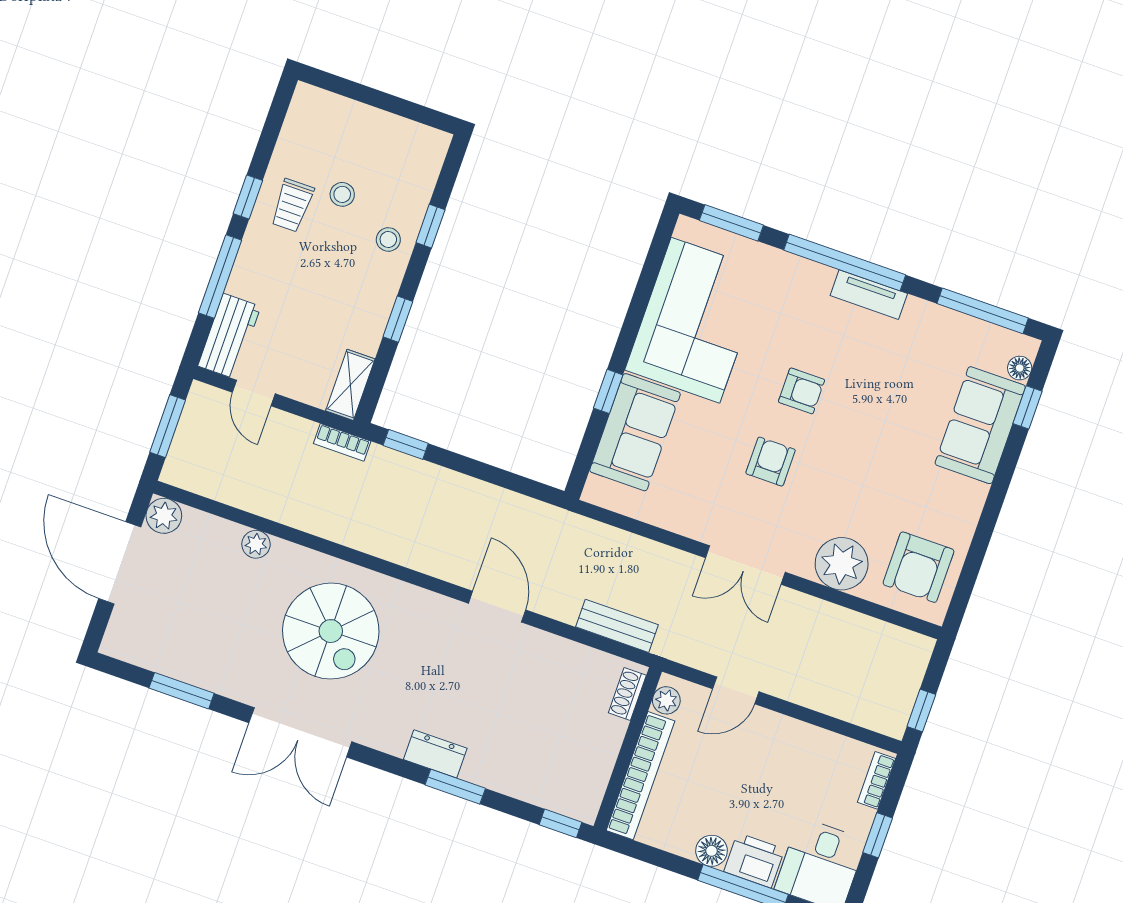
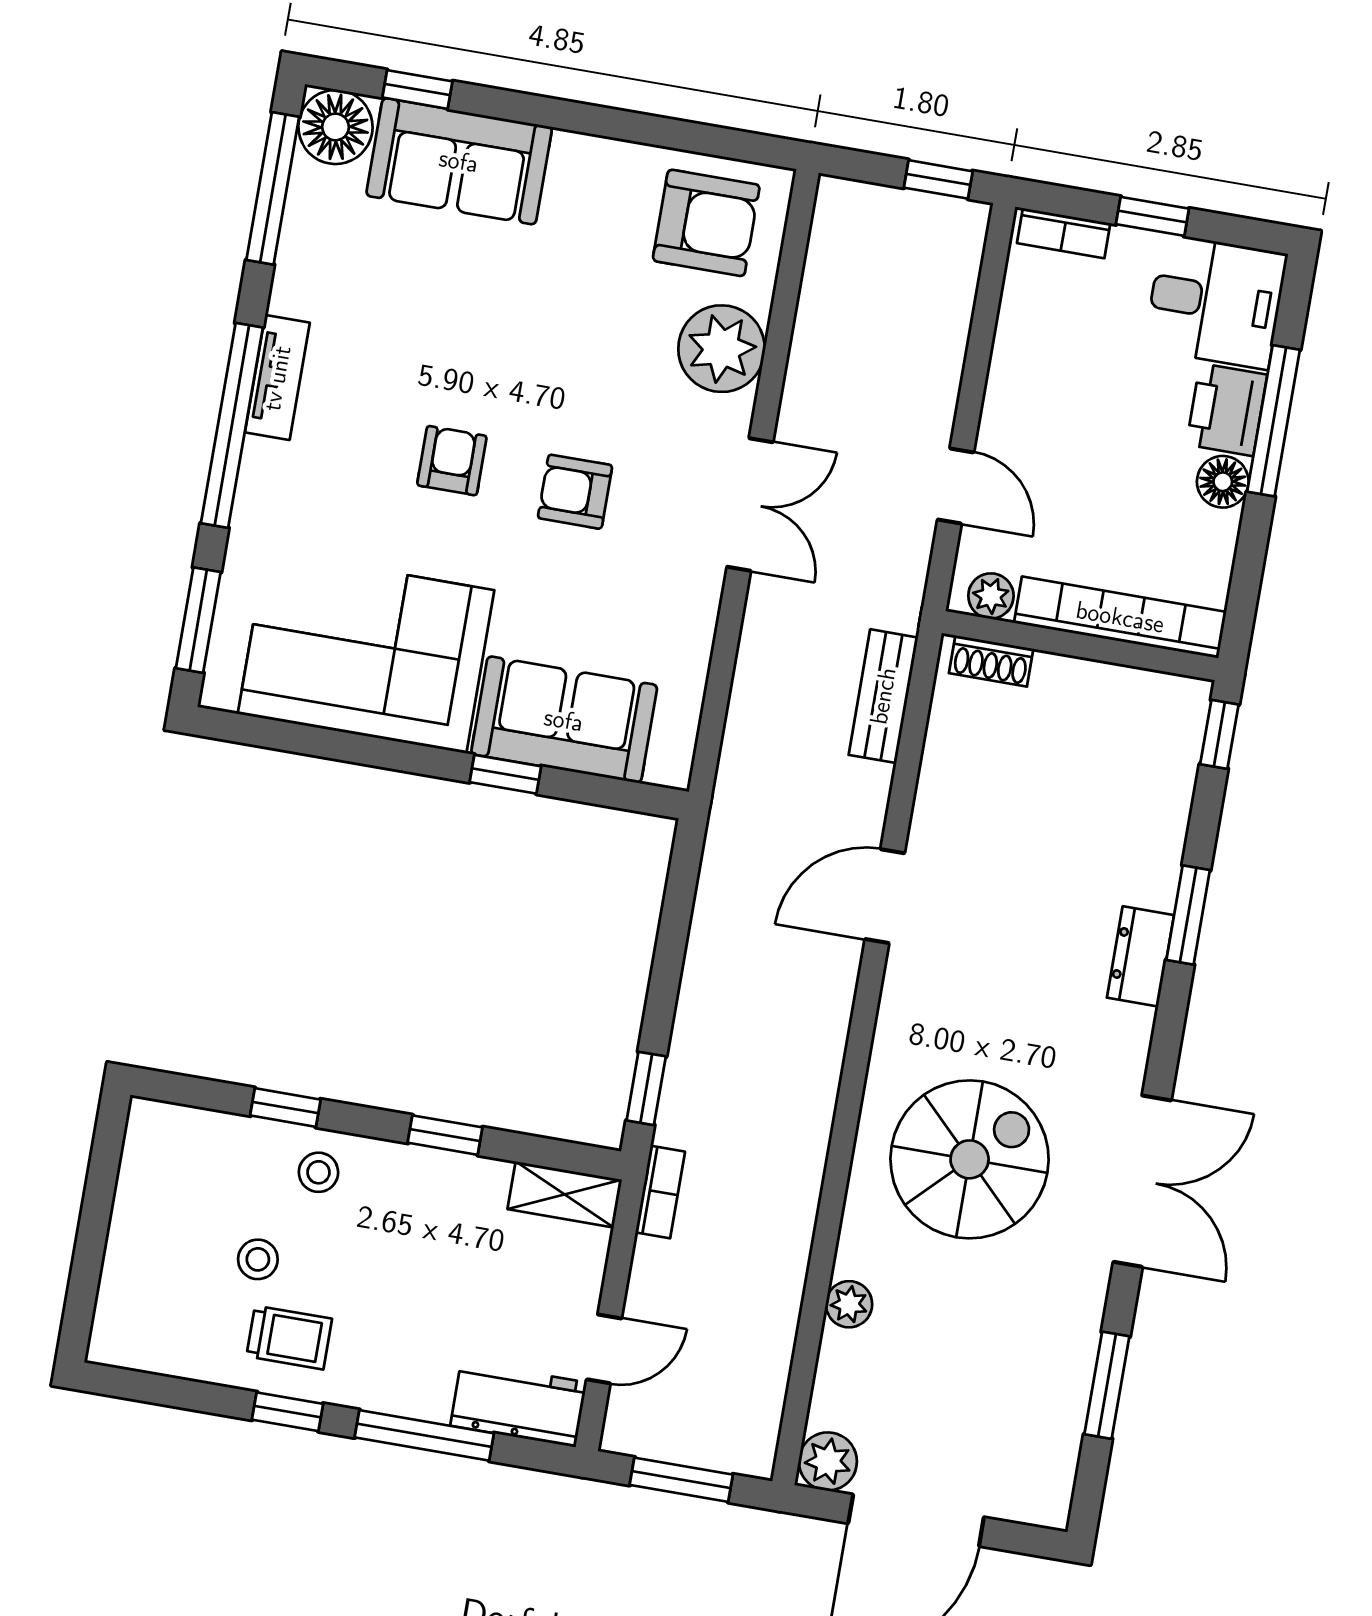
floor lamp: (1020, 368) -> (335, 127), width x1.89, depth x1.89

